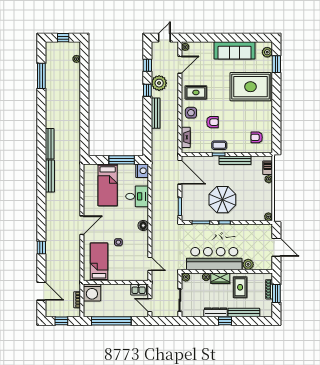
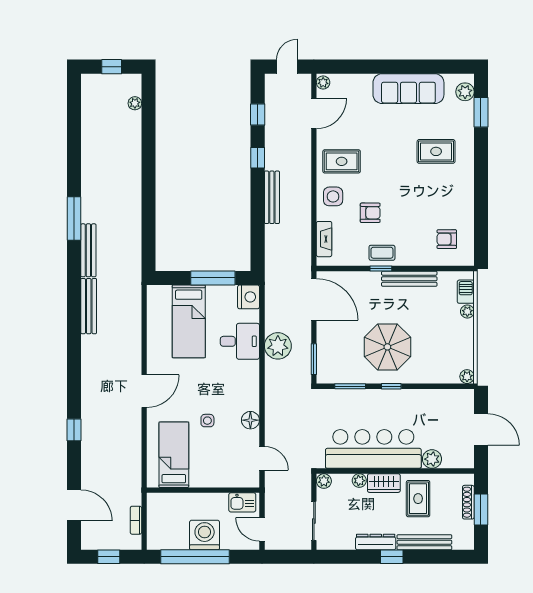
window: (41, 76) -> (74, 219), moved
plant: (159, 83) -> (278, 346), moved
rug: (250, 87) -> (436, 151), width x0.54, depth x0.49
floor lamp: (143, 226) -> (250, 420), moved
washing machine: (92, 292) -> (205, 535), moved, turned 180

